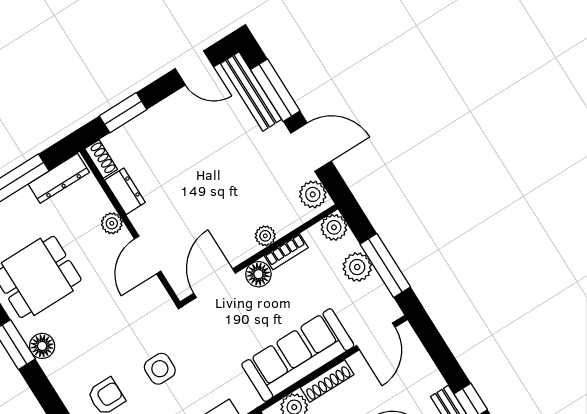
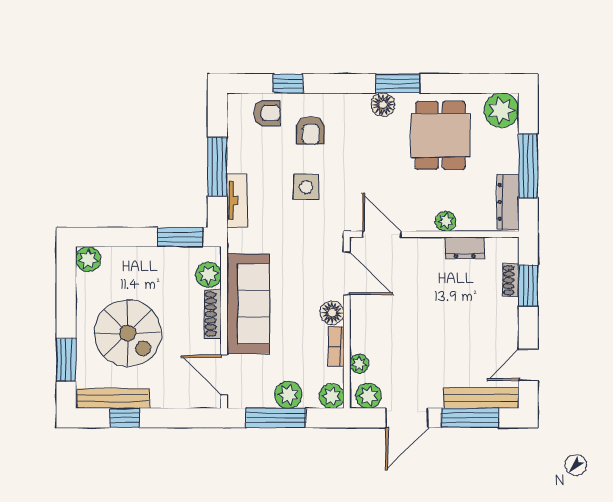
shoe rack: (101, 159) -> (511, 280), moved, turned 90
plant: (265, 236) -> (359, 364), moved
door: (148, 255) -> (382, 234), moved

